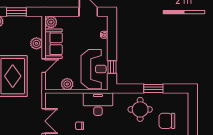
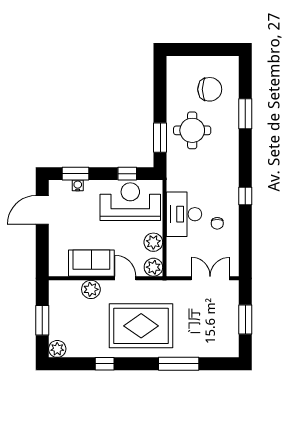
plant: (51, 22) -> (153, 267), moved
window: (112, 33) -> (76, 174), added
window: (153, 88) -> (160, 138), moved
desk: (98, 104) -> (184, 214), moved
chair: (167, 121) -> (210, 89), turned -90

